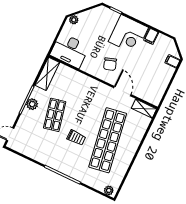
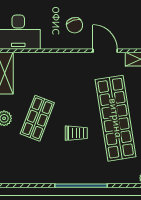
shop shelf: (55, 115) -> (37, 118), turned 33

